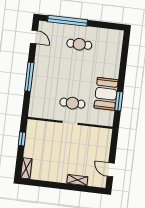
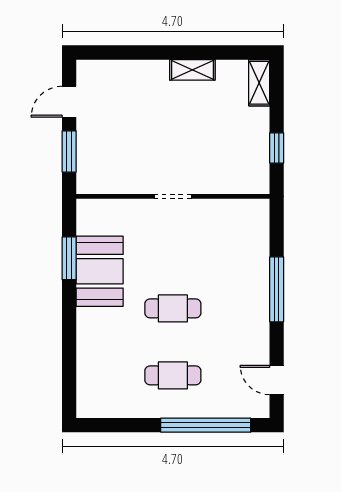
cafe table: (72, 103) -> (173, 308), moved
window: (113, 148) -> (69, 151), added
door: (111, 170) -> (69, 102), swing flipped
shelving: (77, 180) -> (192, 70), moved

